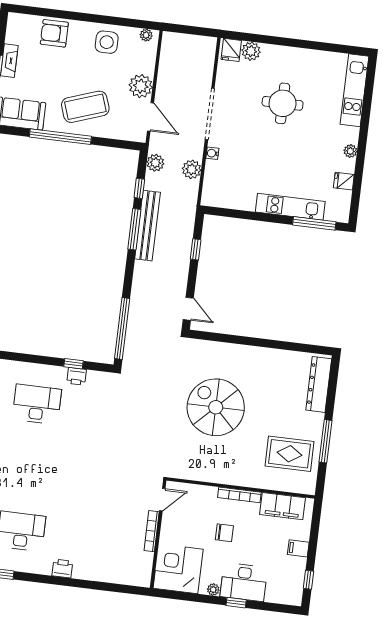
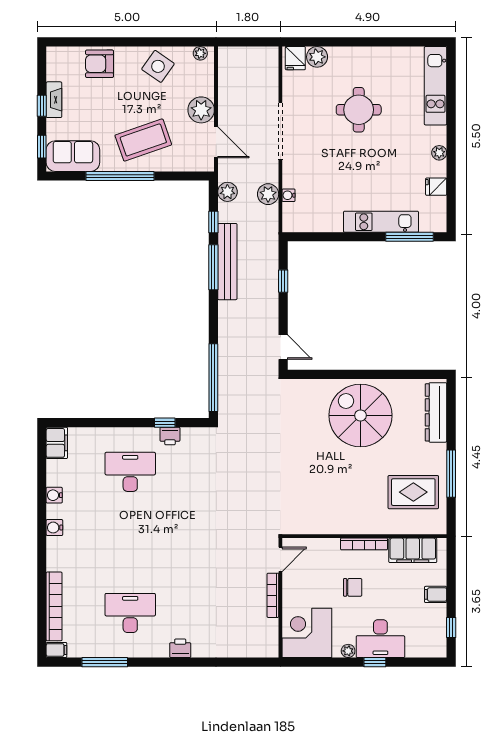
side table: (107, 42) -> (158, 66), turned 35
water cooler: (212, 153) -> (289, 195), moved
spiral stairs: (216, 407) -> (360, 415), moved

